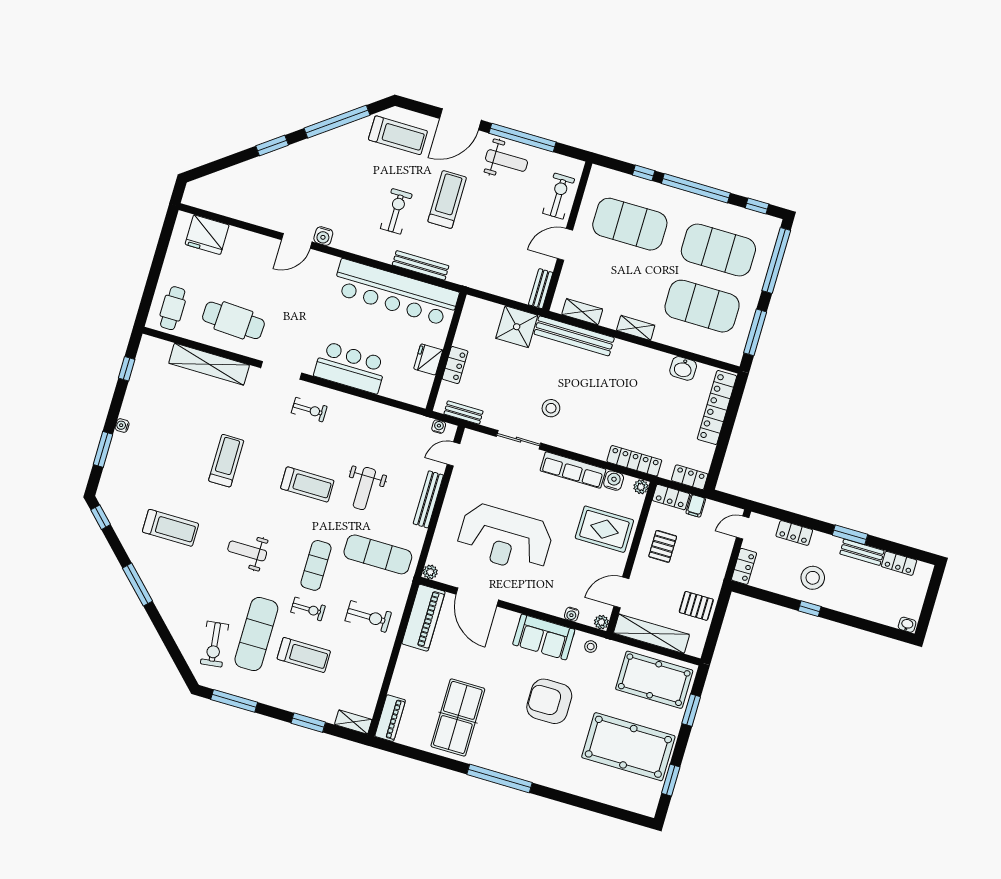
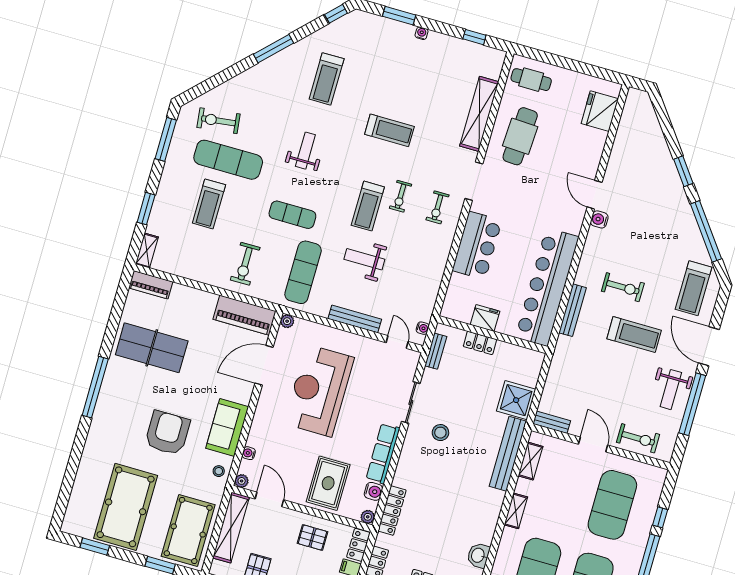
exercise bike: (308, 609) -> (400, 196), moved

